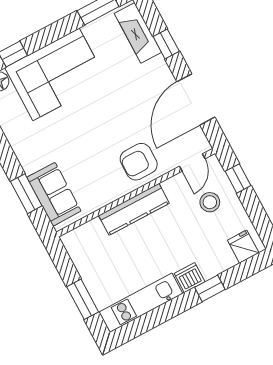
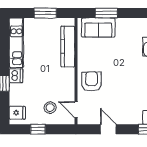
door: (196, 99) -> (108, 129), width x0.53
window: (238, 178) -> (38, 129), moved
kitchen counter: (134, 209) -> (68, 47), moved
window: (83, 299) -> (45, 13), moved

